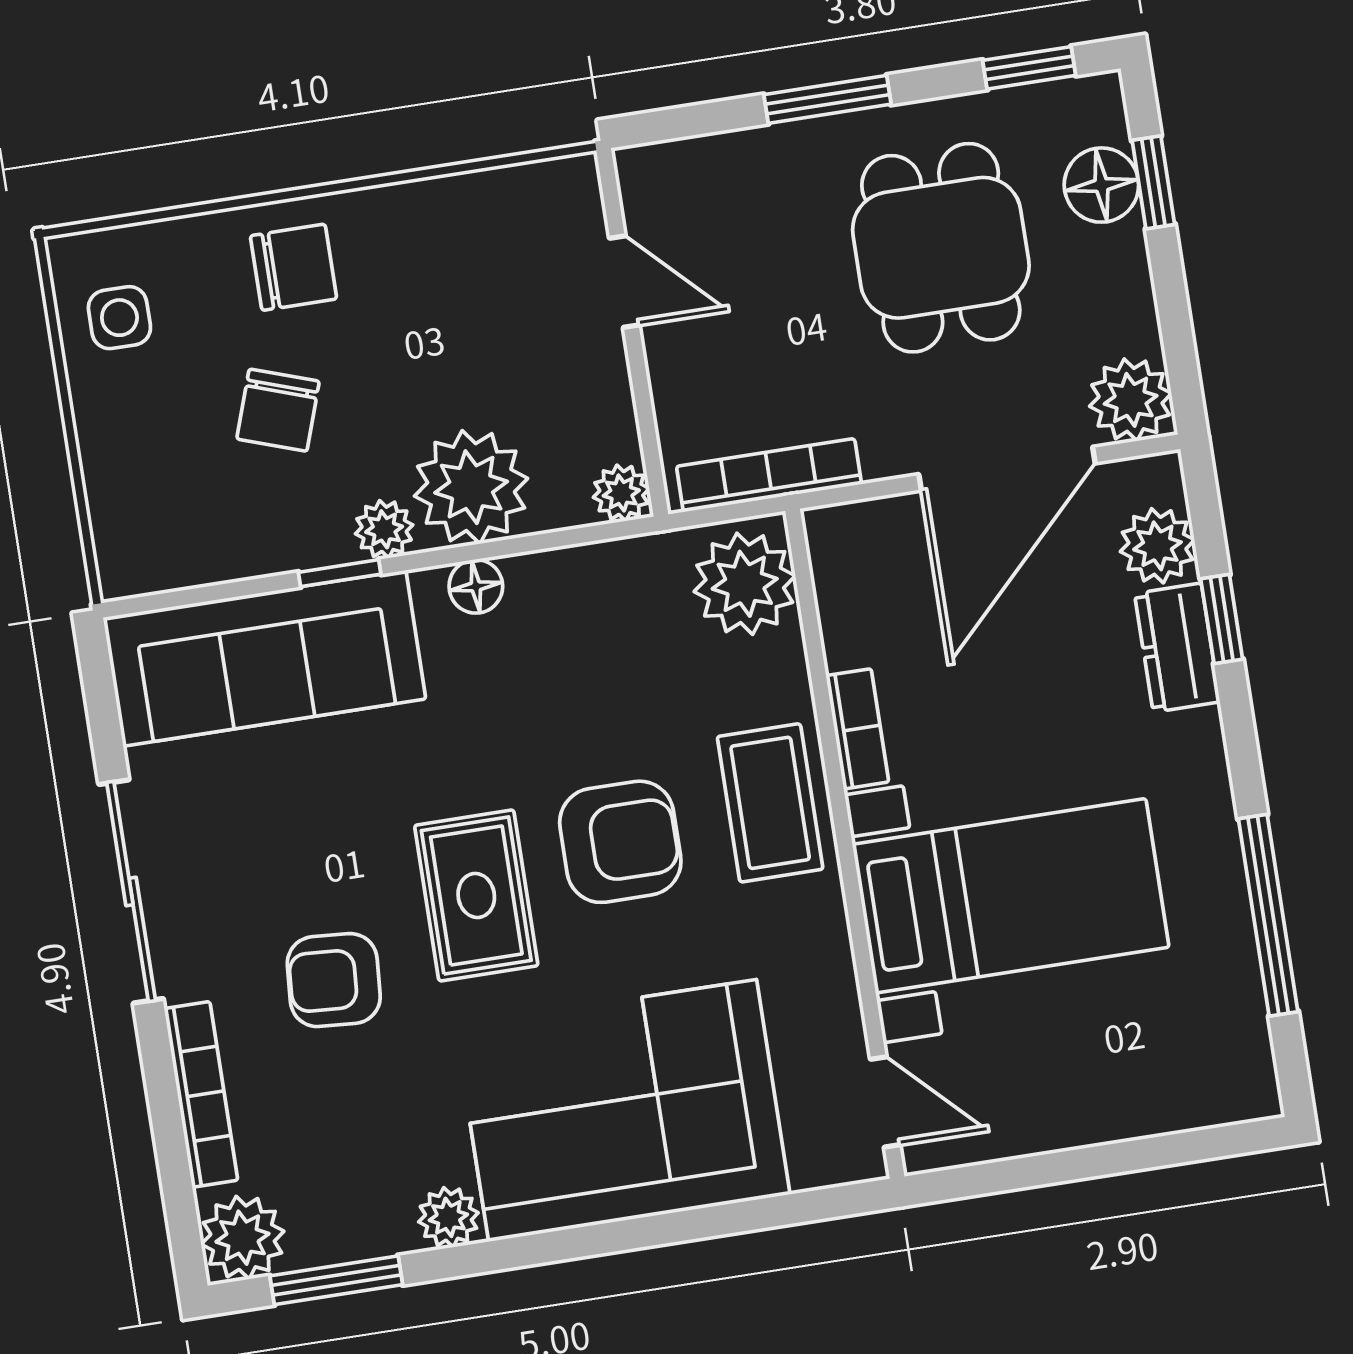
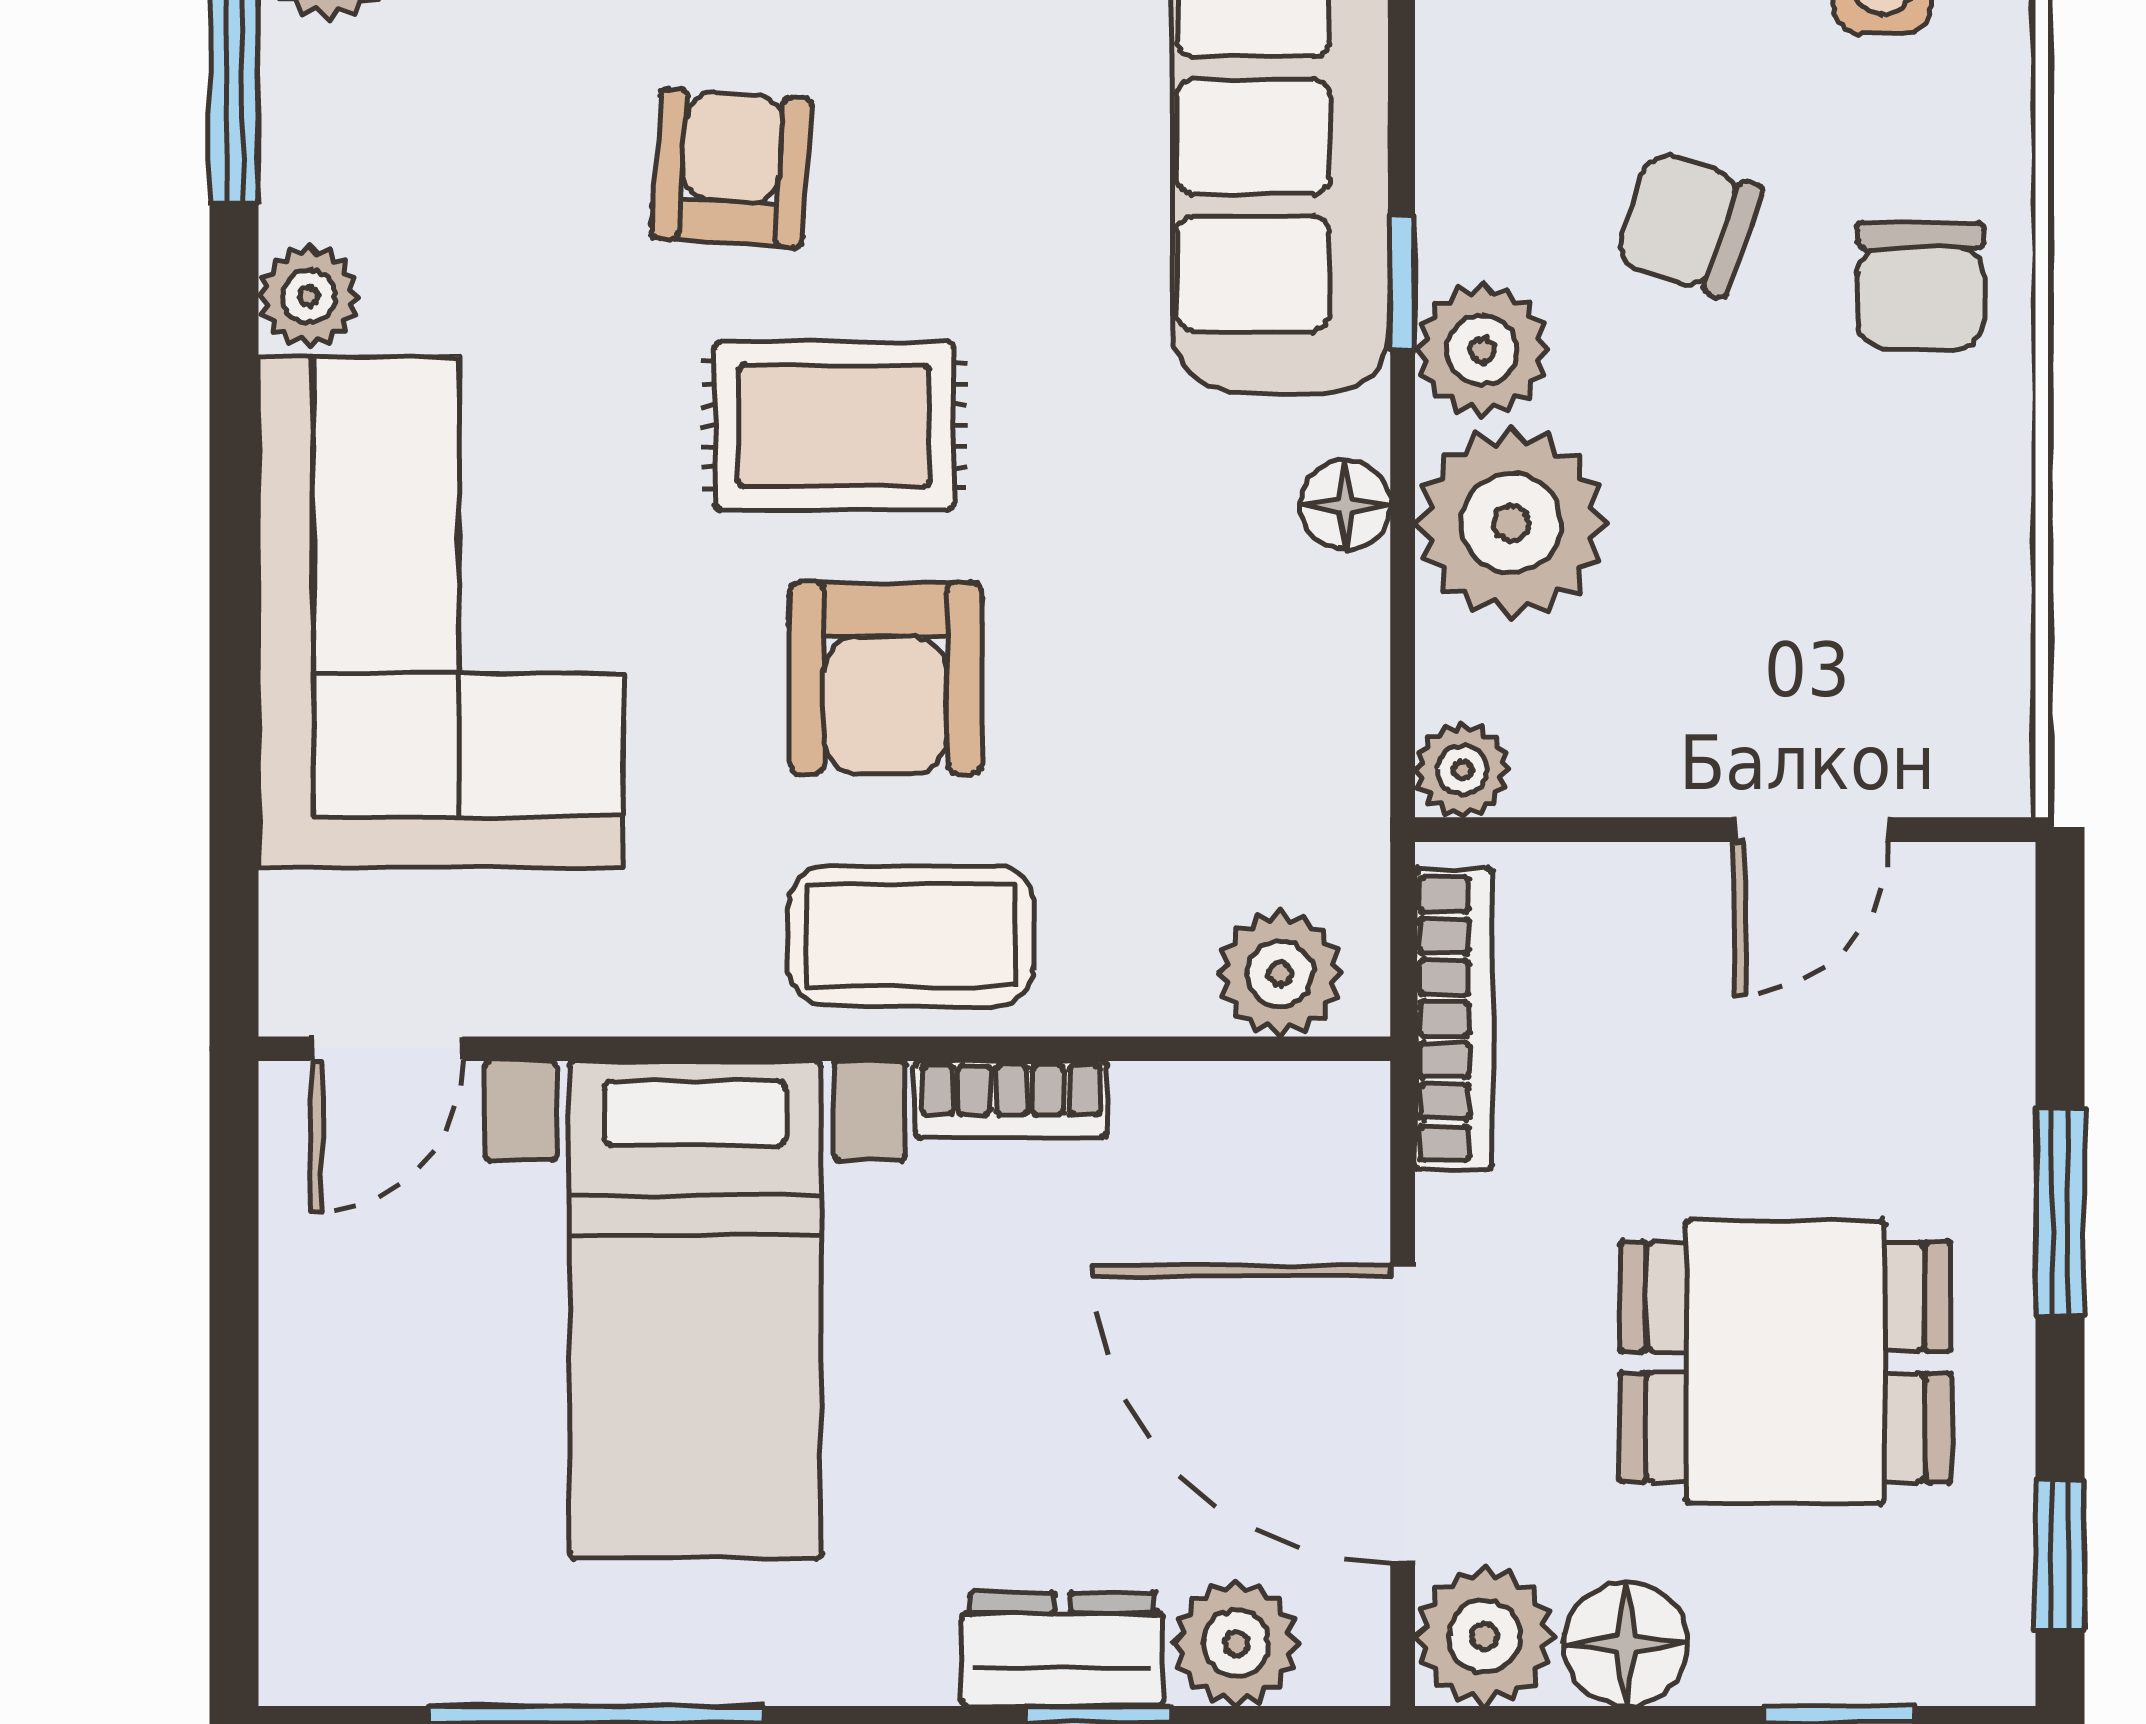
floor lamp: (1101, 185) -> (1626, 1644), moved
plant: (384, 529) -> (1482, 350), width x1.38, depth x1.38
plant: (745, 584) -> (1280, 973), width x0.73, depth x0.73

